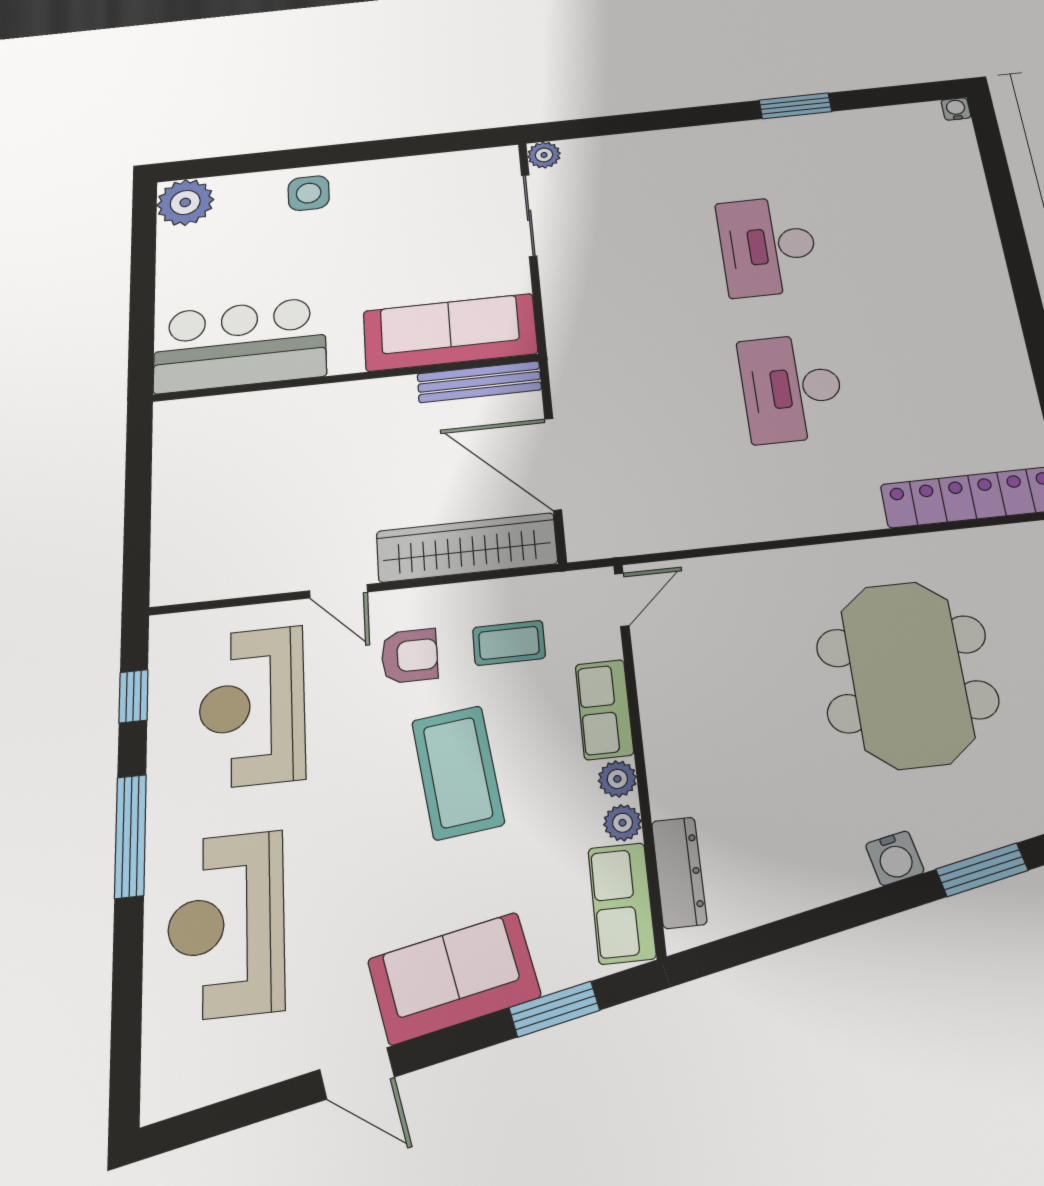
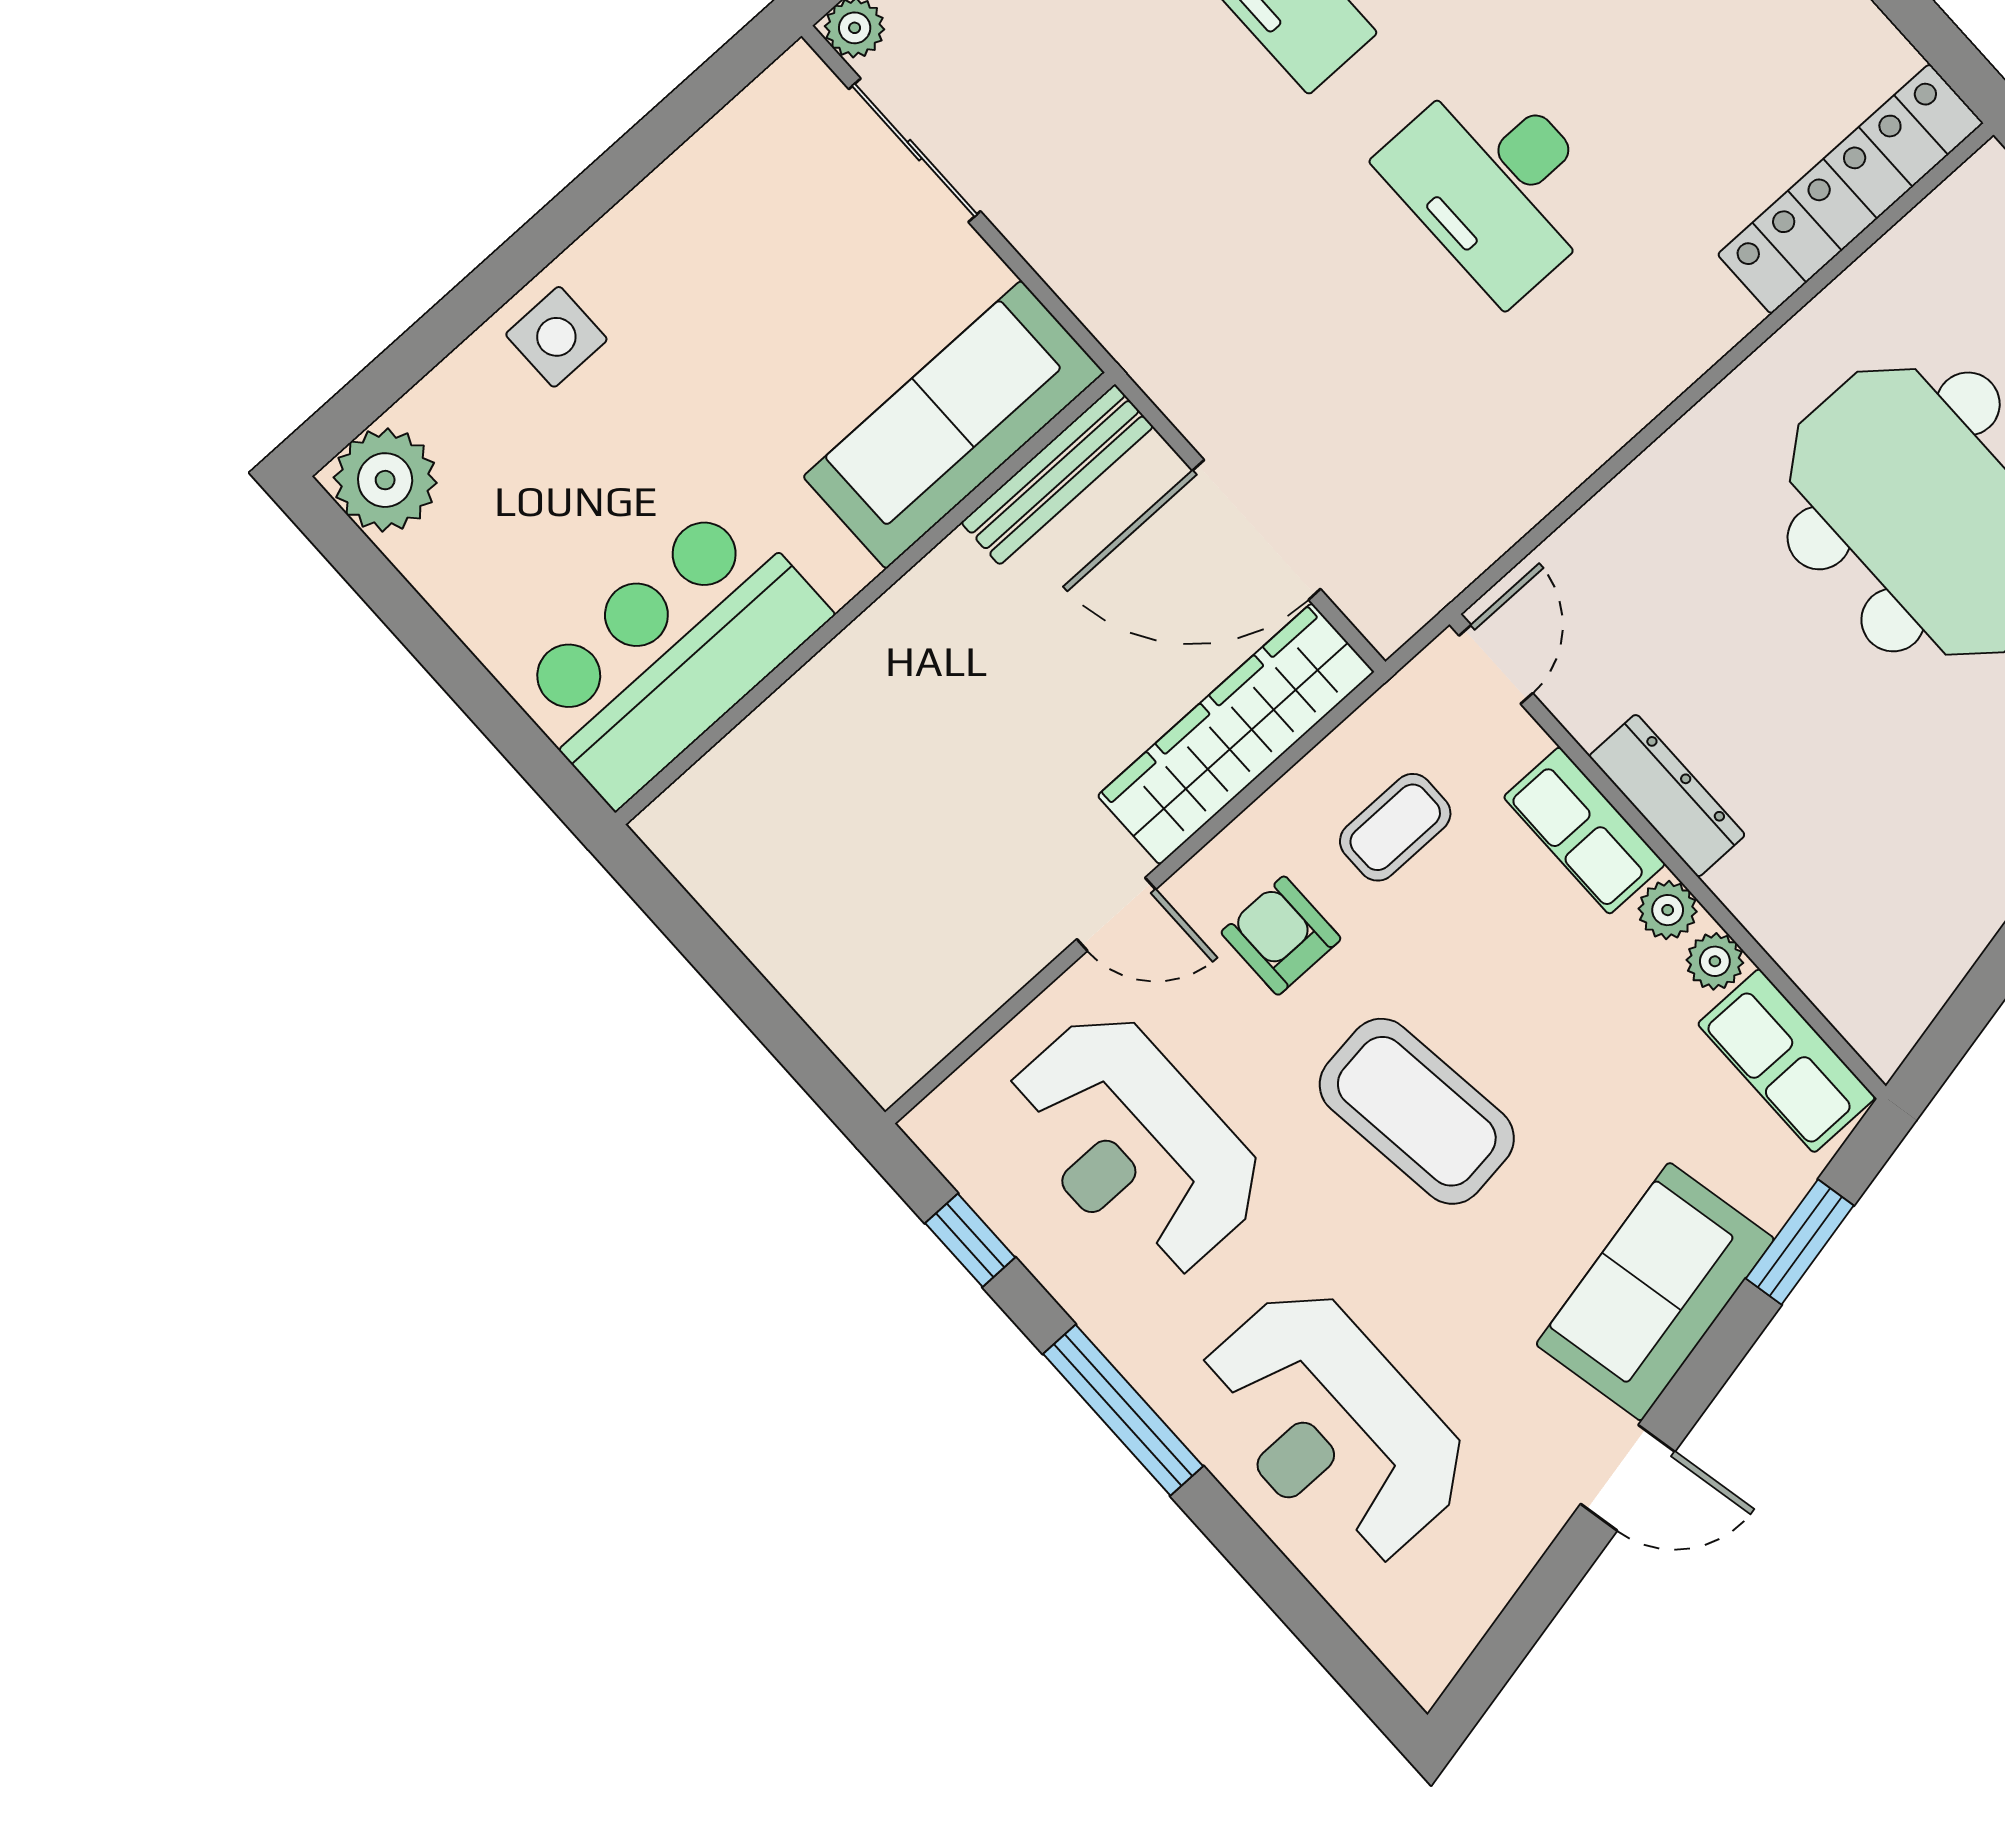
armchair: (410, 656) -> (1281, 936), turned -90
coffee table: (458, 772) -> (1417, 1111), moved
dresser: (679, 872) -> (1667, 796), moved

